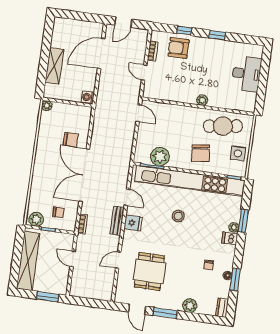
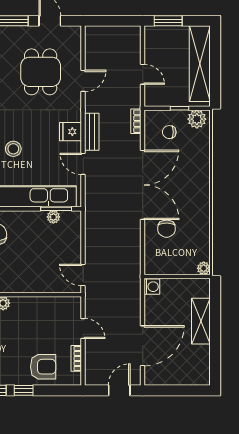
window: (184, 31) -> (24, 390), moved
chair: (71, 140) -> (167, 229), turned -90
plant: (160, 157) -> (53, 217), width x0.53, depth x0.53

